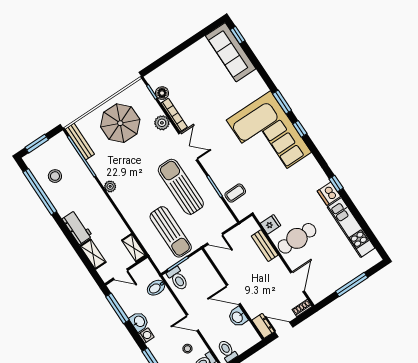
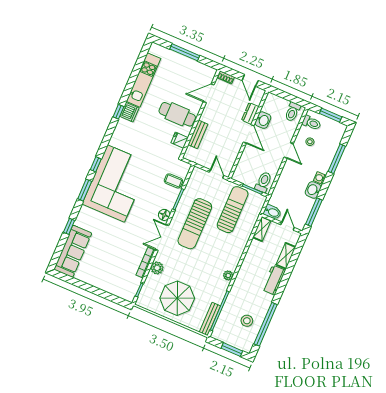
window: (238, 35) -> (69, 226), moved
floor lamp: (162, 93) -> (164, 215), moved
bidet: (156, 288) -> (272, 212), moved
dresser: (263, 326) -> (250, 113), moved

